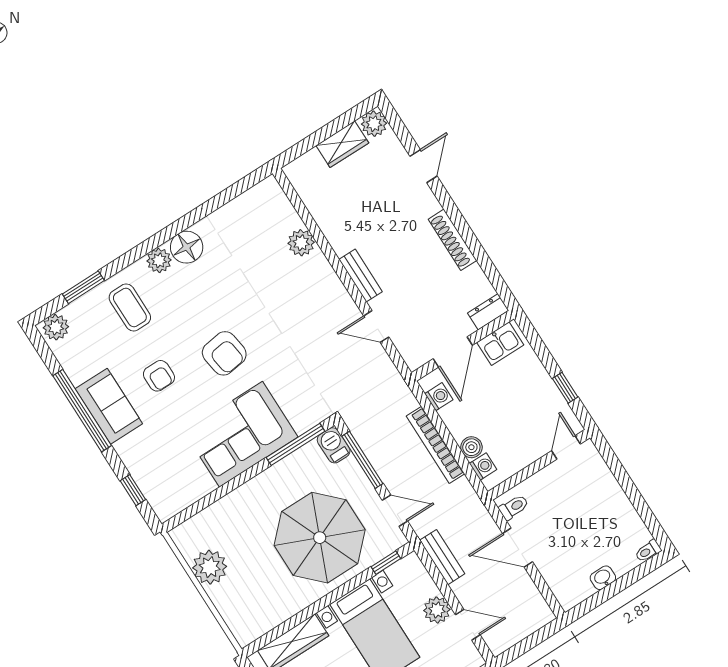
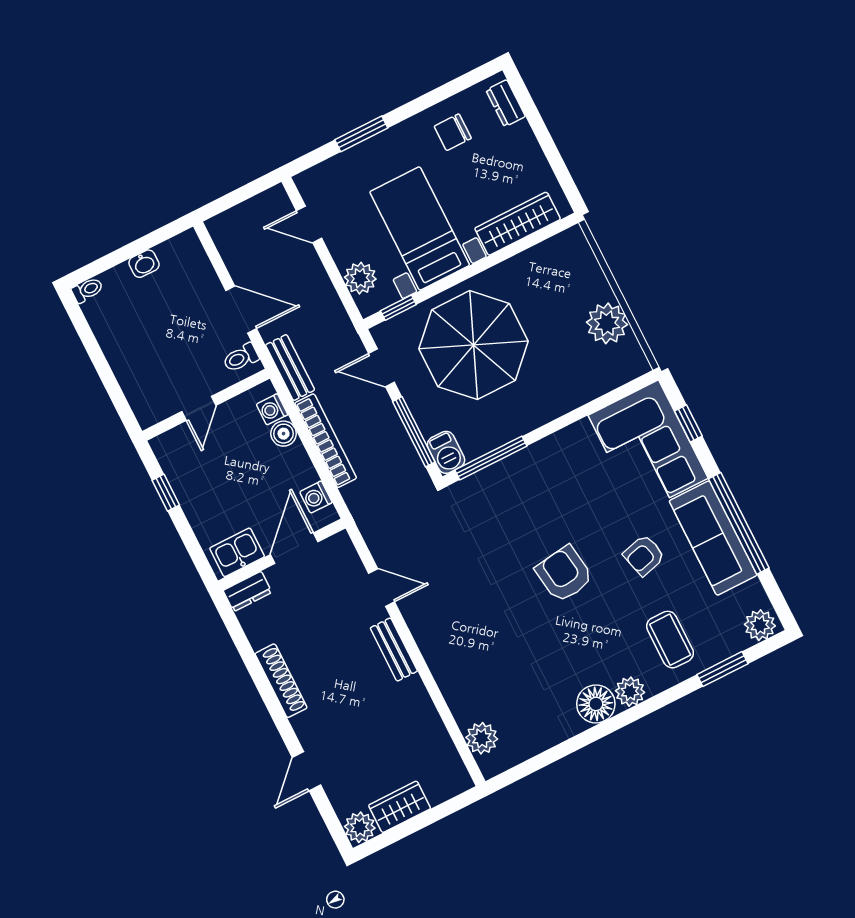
plant: (301, 243) -> (482, 738), moved
armchair: (159, 376) -> (644, 555), turned -105
sofa: (109, 406) -> (713, 538), width x1.36
corner sofa: (241, 434) -> (648, 447), moved, turned 90
door: (566, 447) -> (199, 408), moved
bench: (442, 557) -> (290, 367), moved
plant: (437, 610) -> (360, 278), moved

